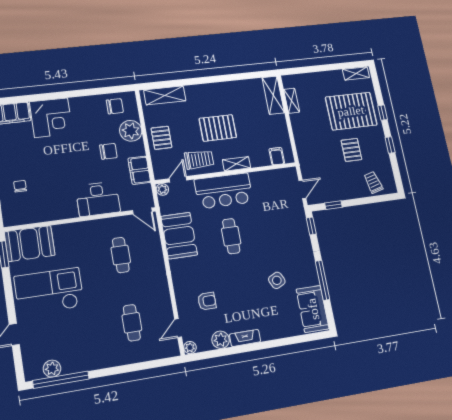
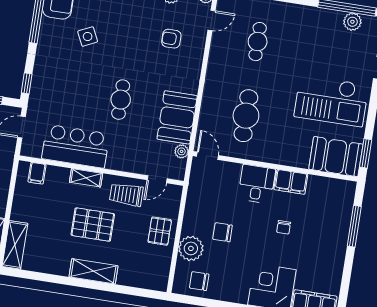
shelving: (165, 95) -> (94, 271), moved
filing cabinet: (139, 170) -> (291, 182), moved, turned 90
chair: (20, 186) -> (284, 227), moved
plant: (162, 189) -> (182, 151), moved
bar counter: (224, 191) -> (76, 146), moved
desk: (98, 199) -> (257, 184), width x0.73
cafe table: (121, 255) -> (246, 116), width x1.37, depth x1.35

